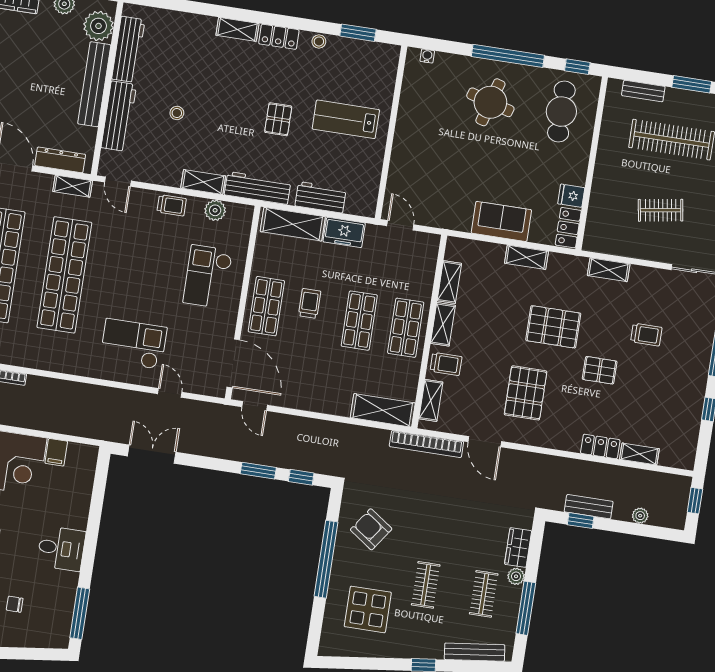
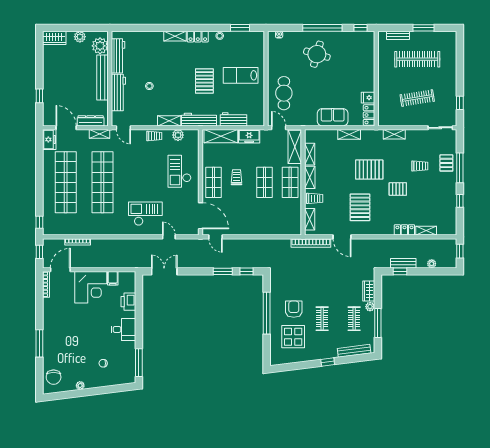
cafe table: (561, 112) -> (284, 93), moved
pallet: (278, 119) -> (204, 81), width x1.50, depth x1.42
clothes rail: (661, 210) -> (417, 98), width x1.36
pallet: (696, 337) -> (446, 163), added
shelving: (383, 410) -> (295, 147), moved, turned 90
printer: (78, 499) -> (128, 302), added
armchair: (371, 529) -> (294, 309), moved, turned 55

